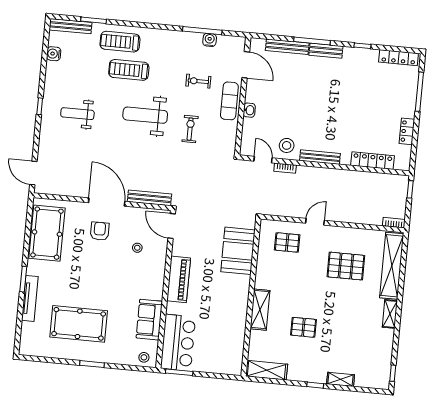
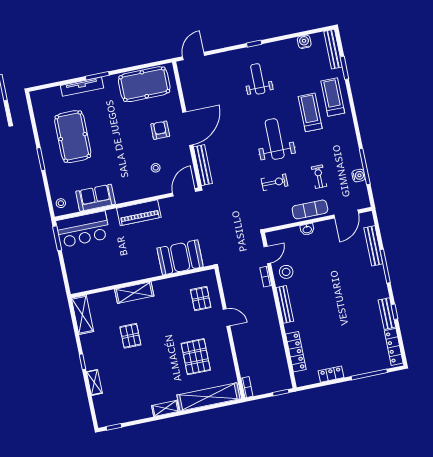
bench: (326, 51) -> (387, 314), moved
armchair: (100, 231) -> (160, 130), turned -90

